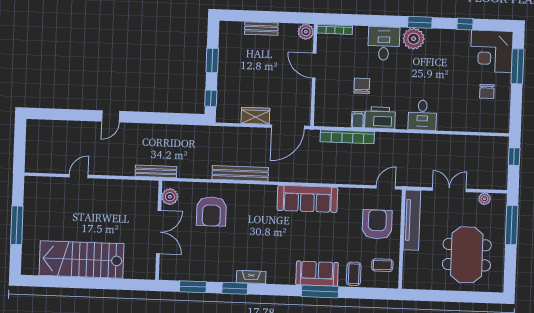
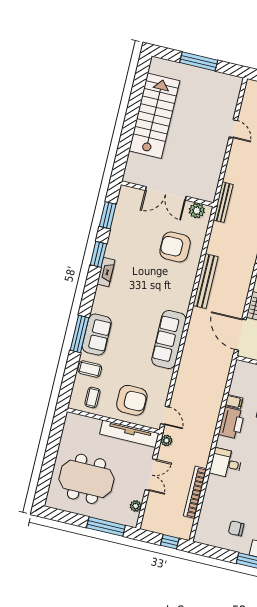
bookcase: (347, 137) -> (195, 492), moved
plant: (411, 181) -> (167, 440), added

